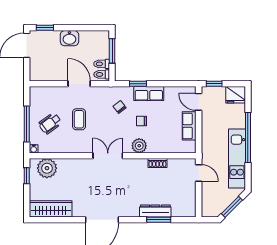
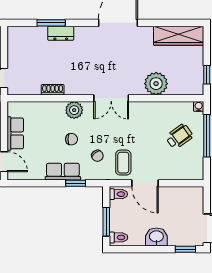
toilet: (102, 64) -> (118, 237), moved
coffee table: (79, 119) -> (123, 163), moved
plant: (47, 168) -> (156, 84), moved
dresser: (155, 211) -> (61, 33), width x0.70

